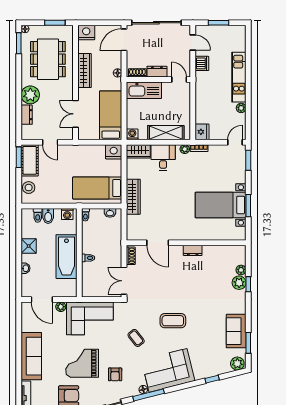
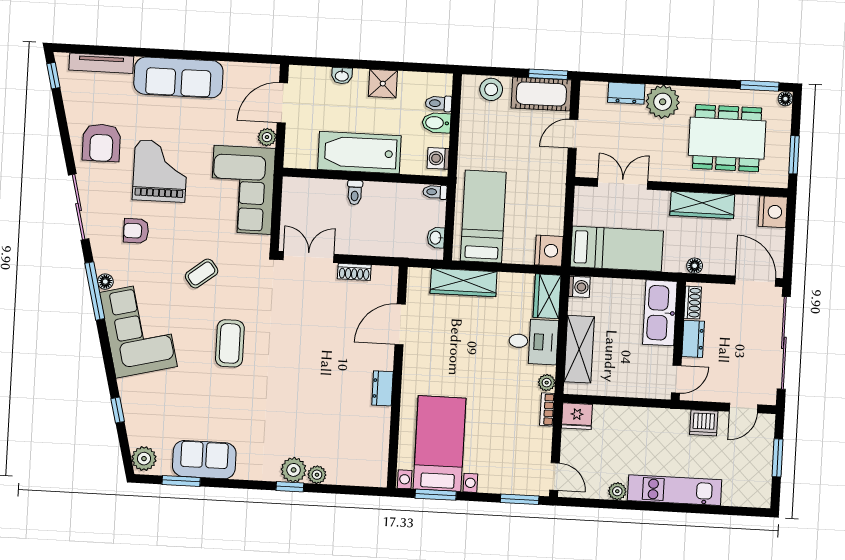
door: (158, 243) -> (400, 324), moved
wall: (186, 243) -> (397, 377), moved
dresser: (193, 250) -> (382, 388), moved

